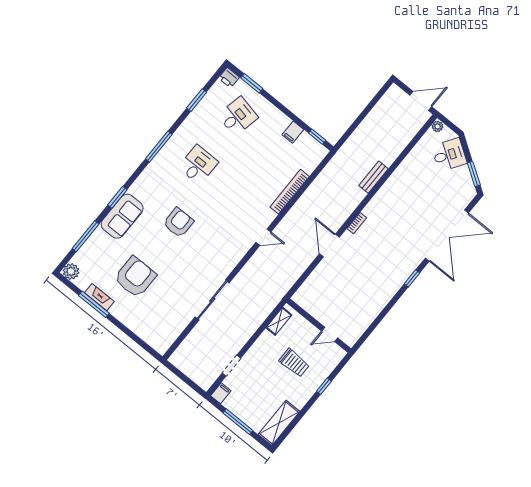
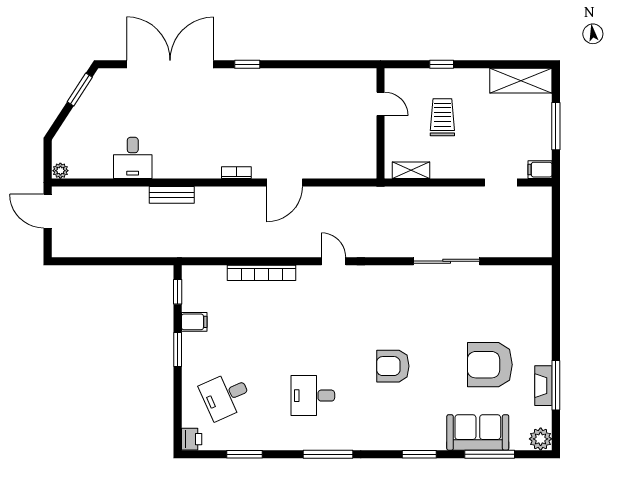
window: (252, 83) -> (178, 349), moved
desk: (238, 116) -> (226, 396), turned -36
desk: (449, 155) -> (133, 158), moved, turned -123
sofa: (122, 216) -> (478, 432), moved

